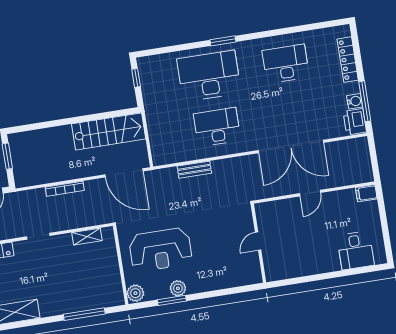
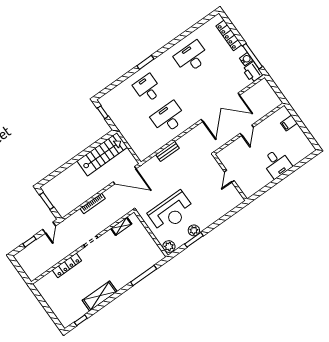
desk: (209, 76) -> (148, 89), width x0.53, depth x0.77
filing cabinet: (366, 193) -> (289, 123), moved
desk: (356, 250) -> (277, 163), moved

